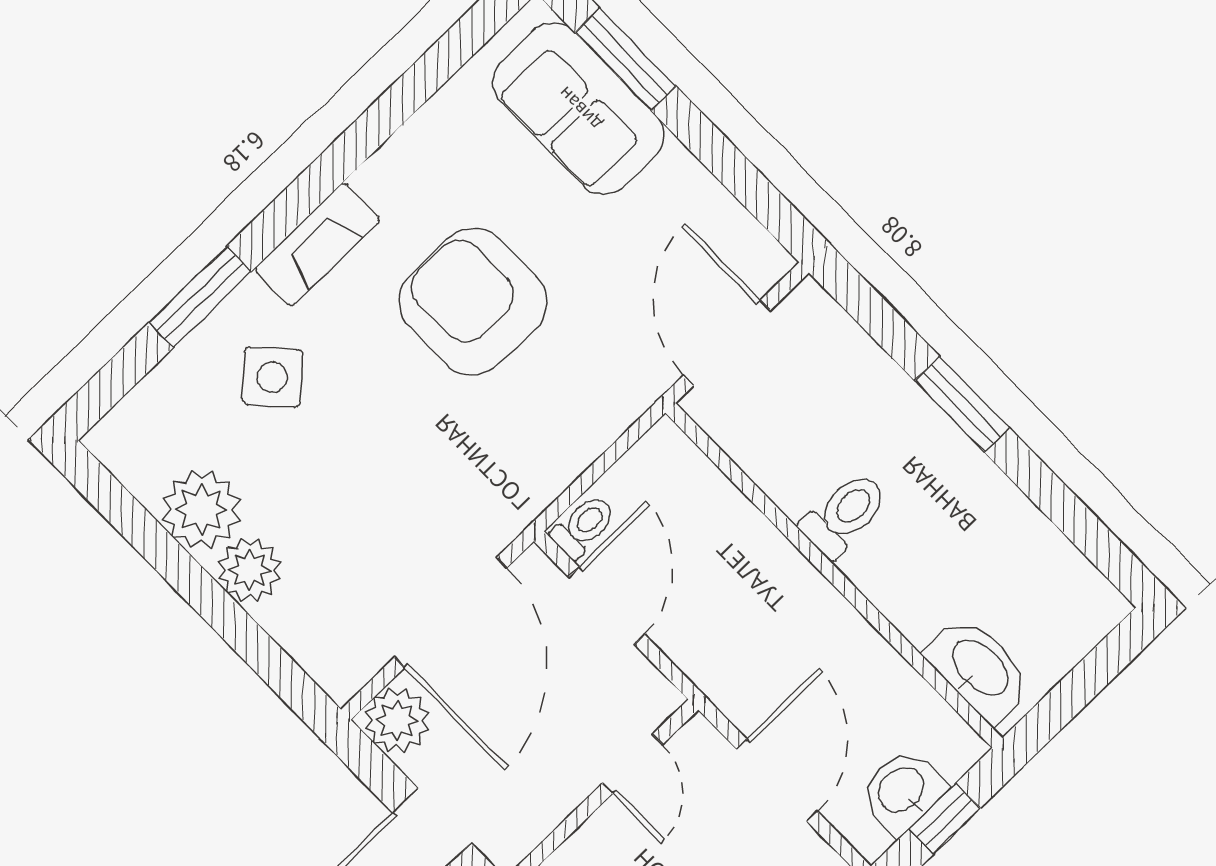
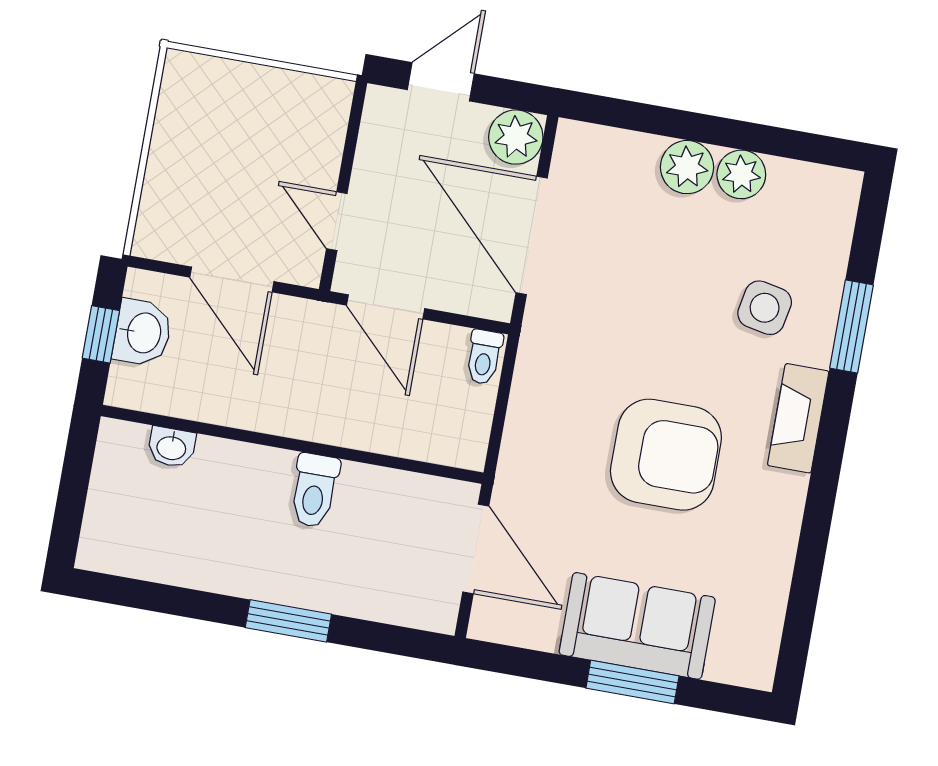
window: (625, 59) -> (632, 682), moved
sofa: (579, 109) -> (637, 626), moved
side table: (272, 377) -> (765, 308), turned -36
plant: (201, 509) -> (741, 174), width x0.73, depth x0.73
door: (607, 606) -> (386, 307), moved
washbasin: (979, 669) -> (171, 447), width x0.52, depth x0.69

